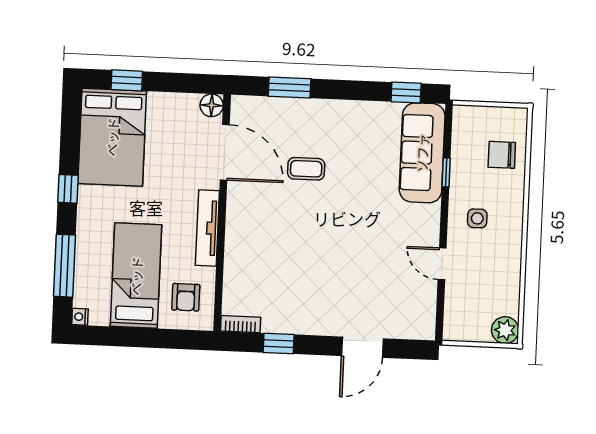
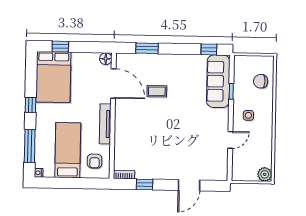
door: (442, 264) -> (230, 140), swing flipped

